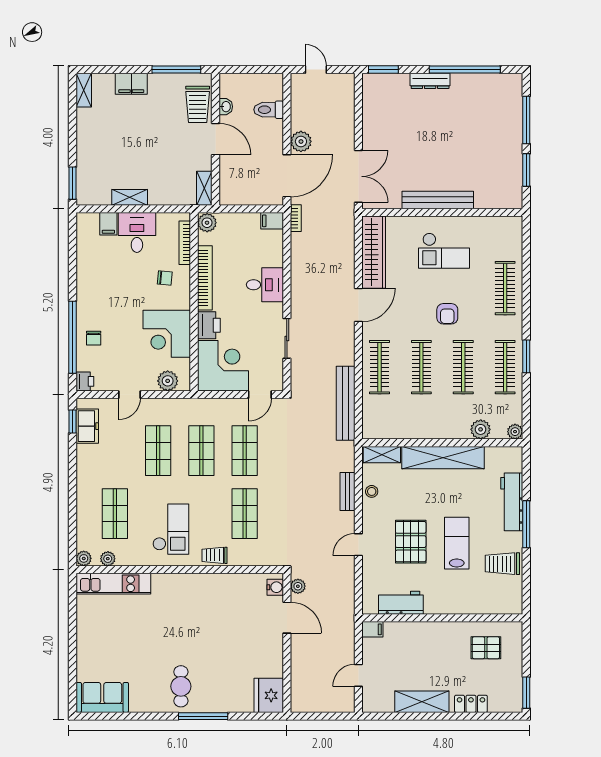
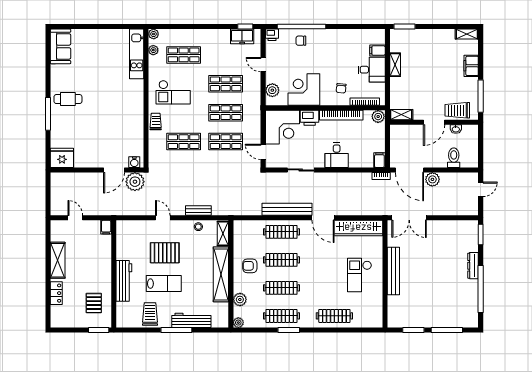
armchair: (447, 314) -> (250, 266), moved
bench: (346, 403) -> (287, 209), moved
plant: (298, 586) -> (135, 182), width x1.87, depth x1.87
workbench: (401, 603) -> (124, 281), moved, width x1.37
window: (526, 693) -> (99, 330), moved

